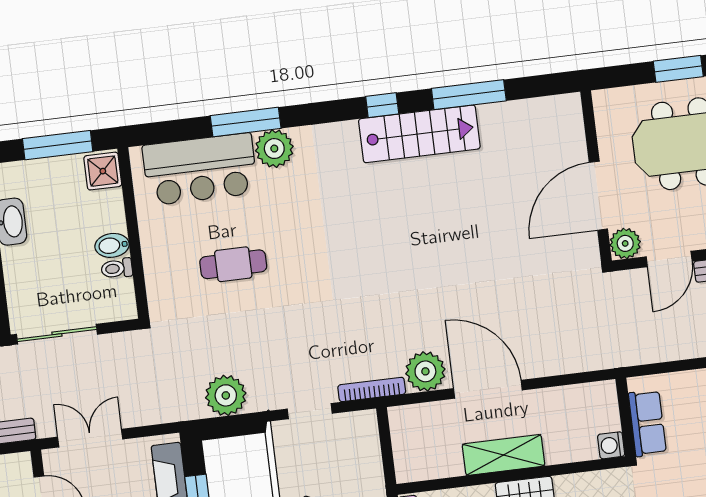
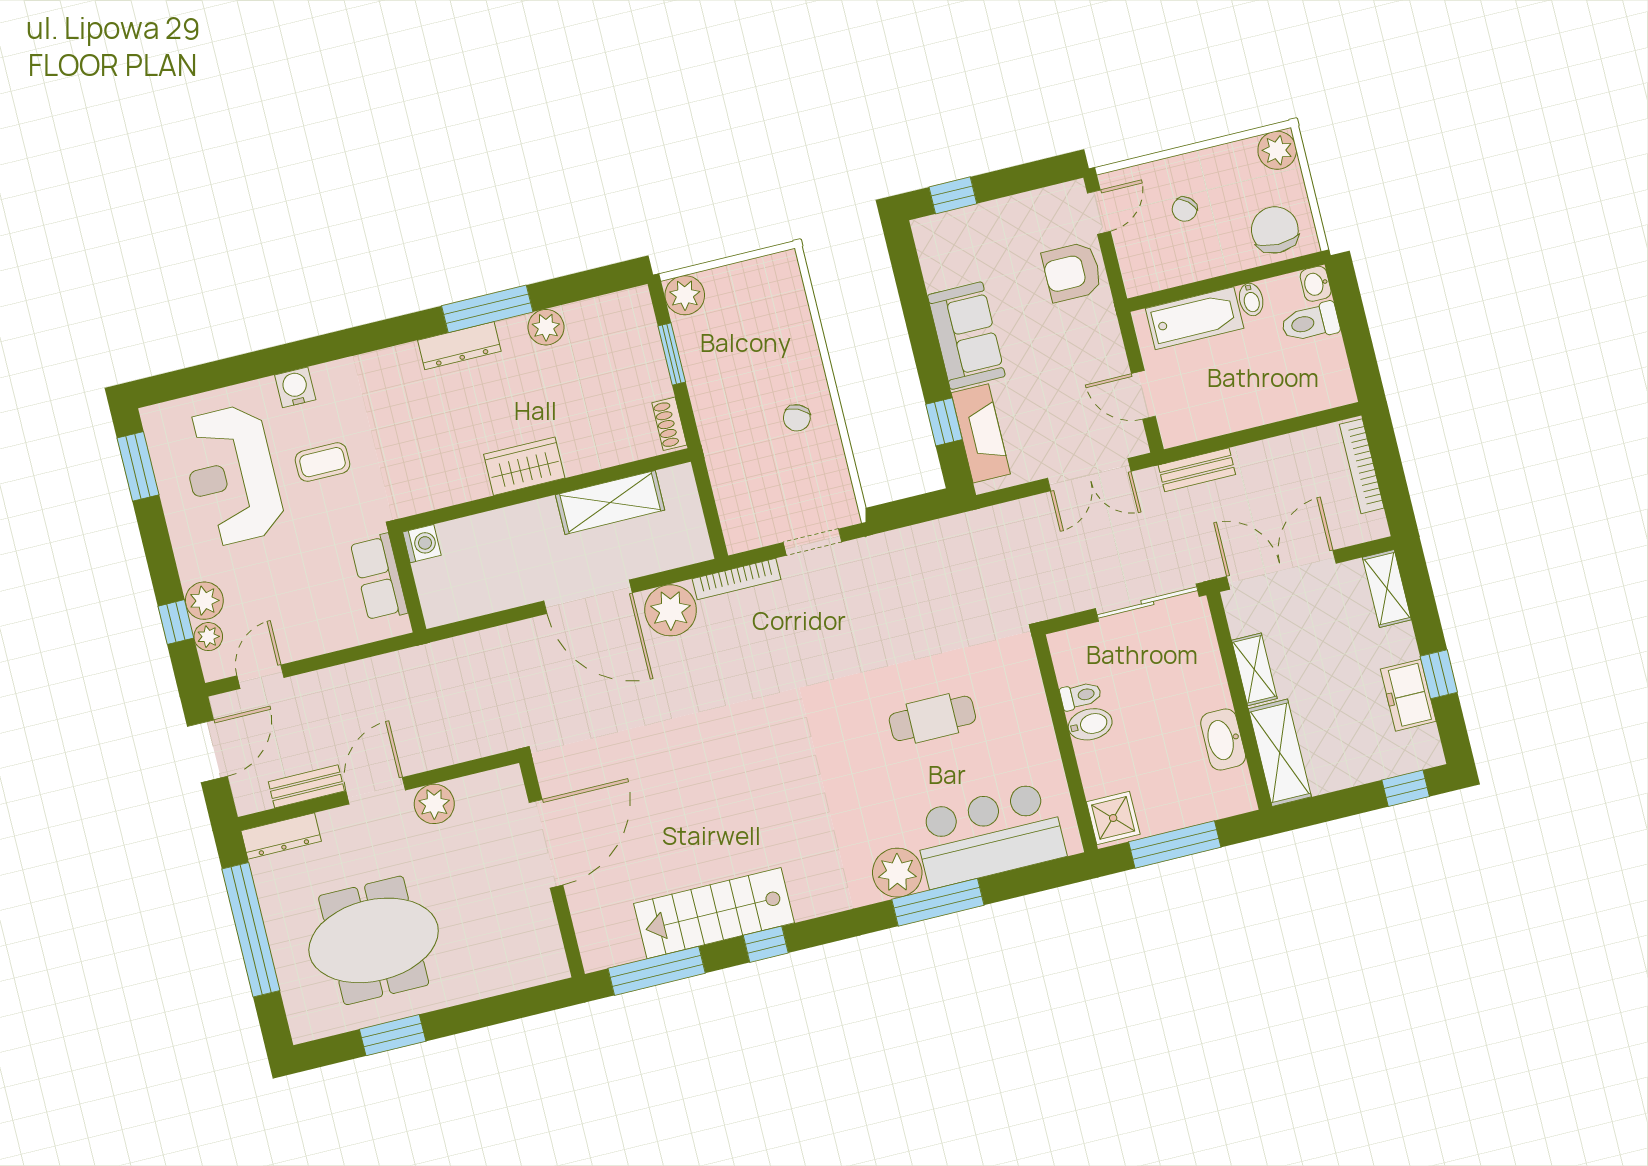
wall: (596, 176) -> (552, 868), moved
door: (598, 196) -> (546, 844), moved
plant: (226, 395) -> (922, 550), removed
shelving: (503, 455) -> (610, 502), moved

